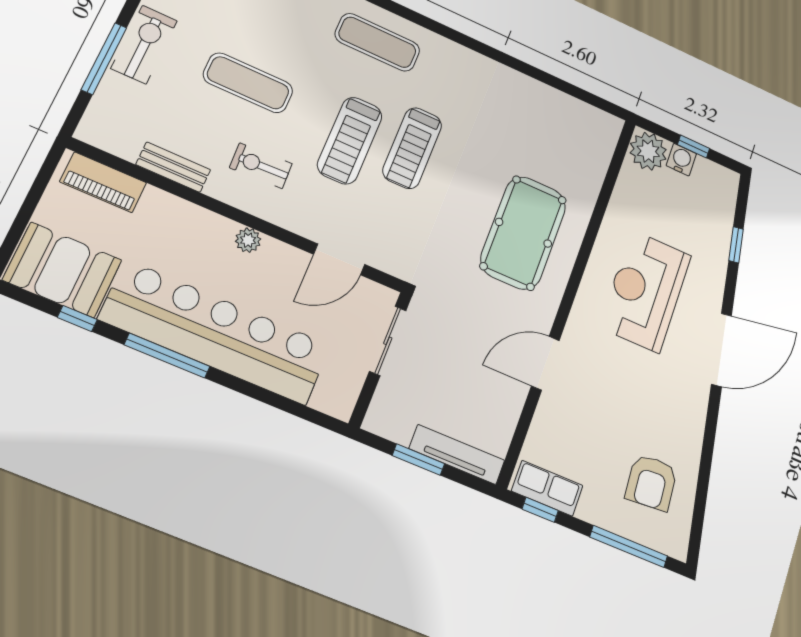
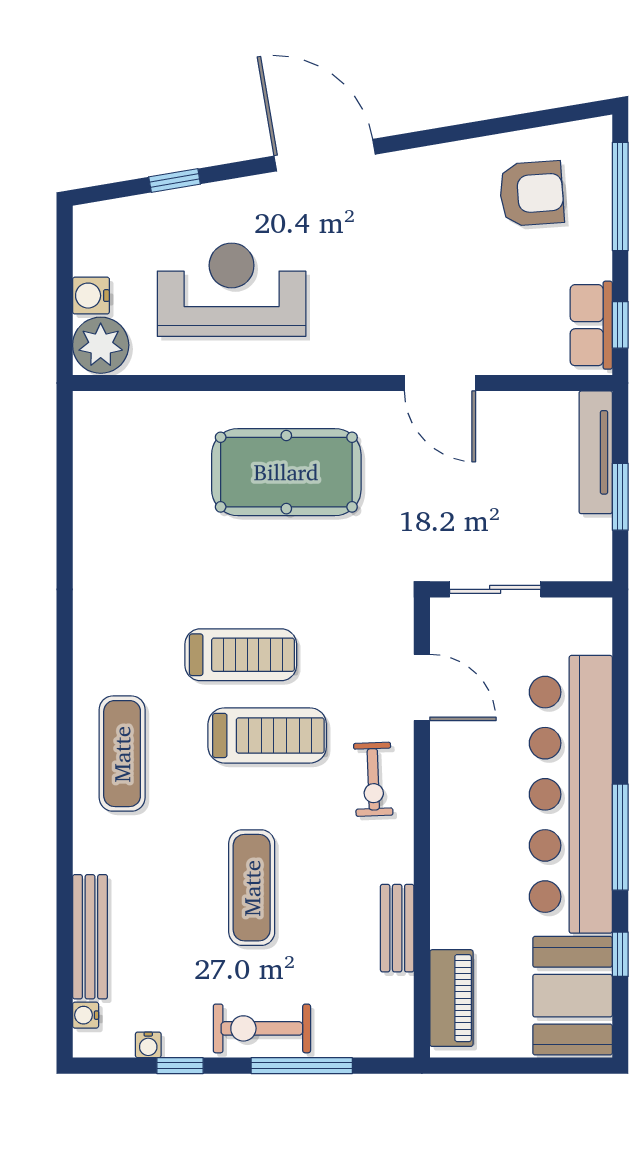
window: (694, 147) -> (65, 285), removed
exercise bike: (261, 166) -> (373, 779), moved
plant: (248, 240) -> (446, 804), removed
reception desk: (645, 291) -> (232, 290), moved, turned 180

